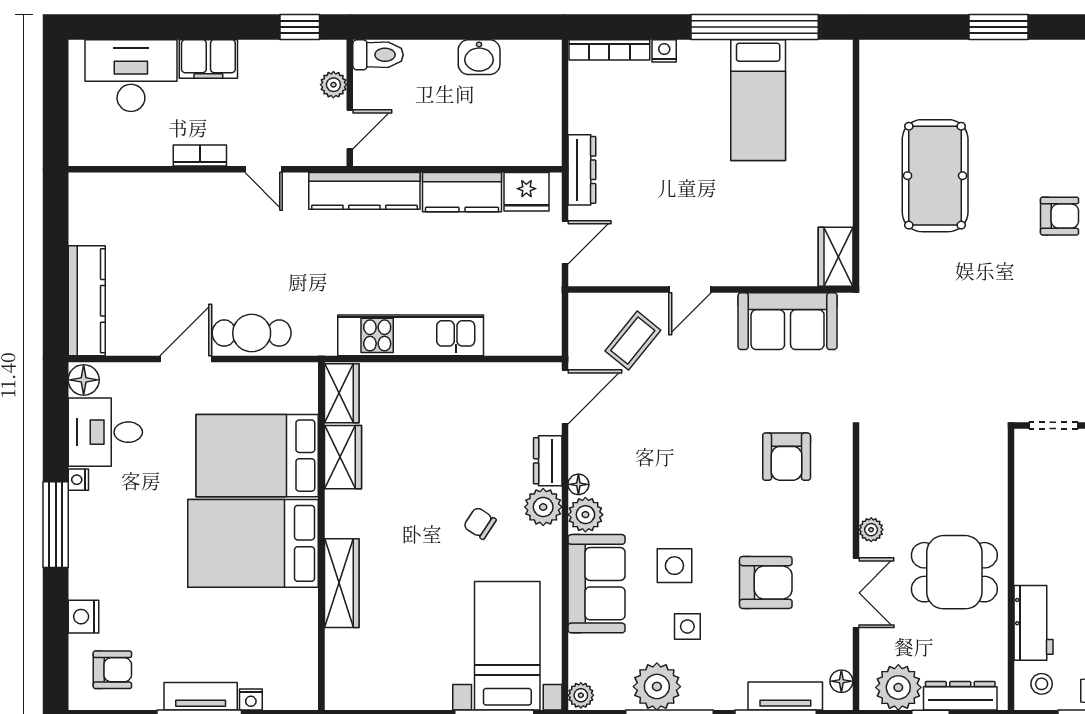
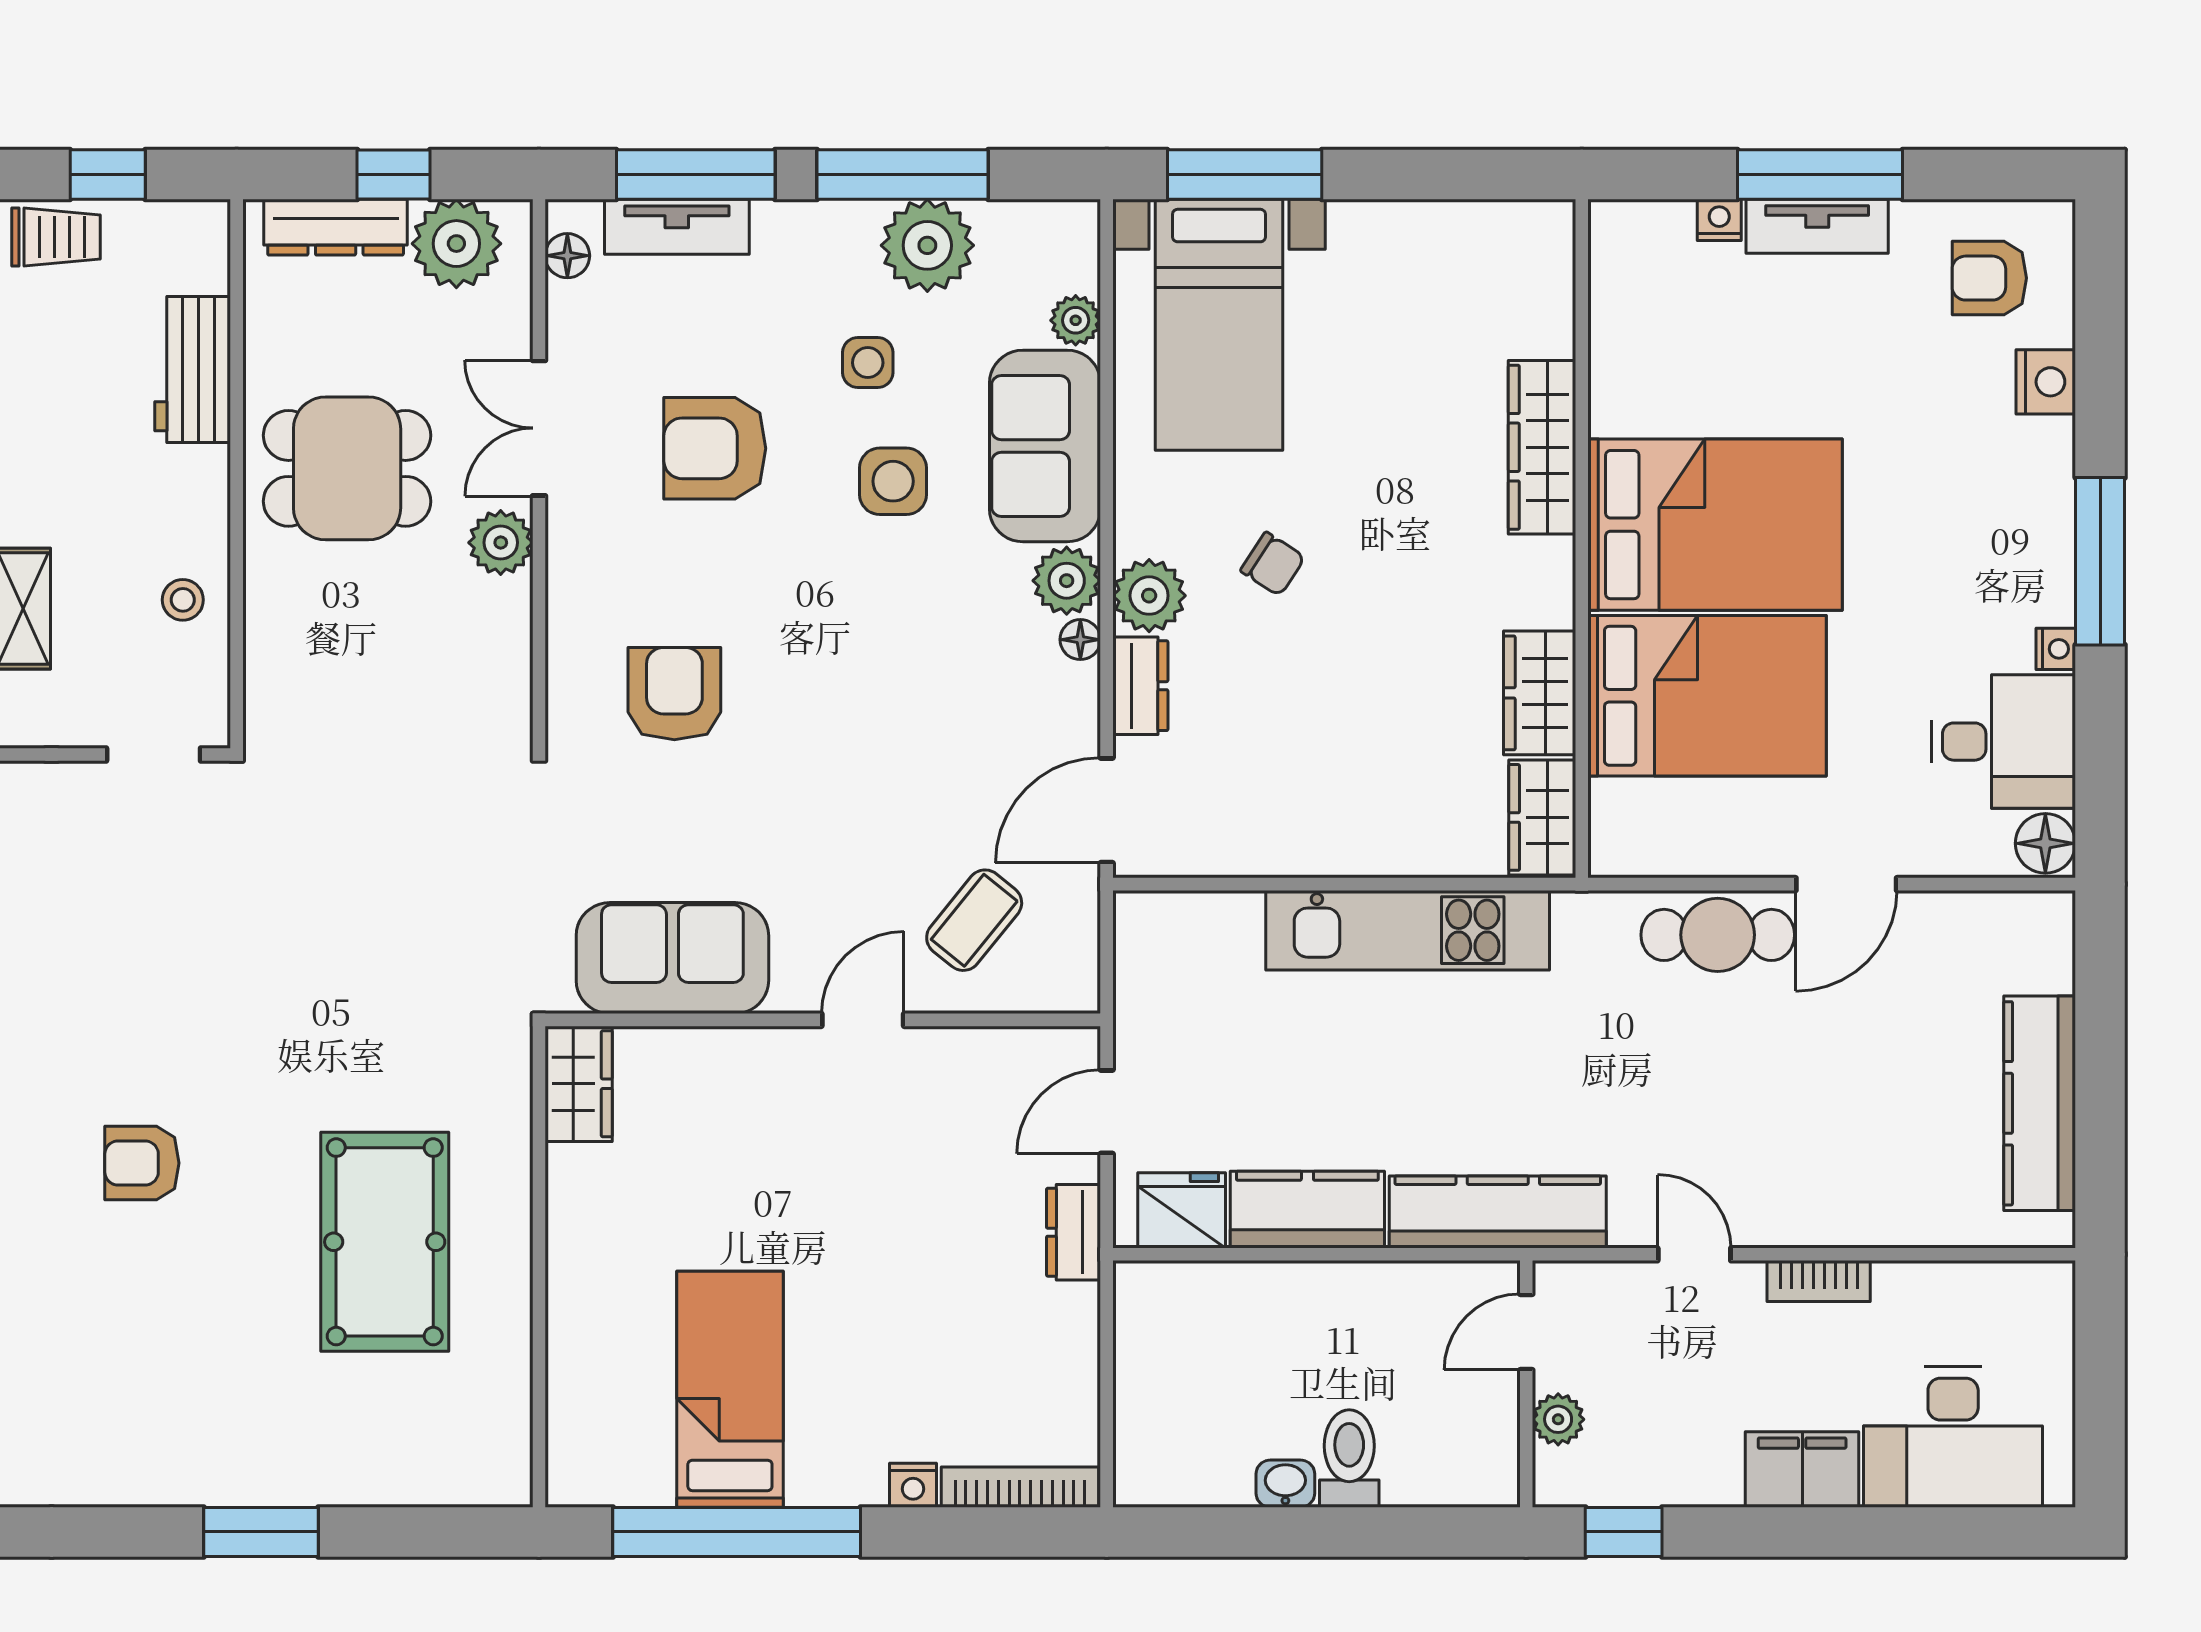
toilet: (378, 55) -> (1349, 1458), moved, turned 90
washbasin: (479, 57) -> (1285, 1484), width x0.72, depth x0.69
dresser: (582, 170) -> (1074, 1232), width x0.70
kitchen counter: (87, 301) -> (2040, 1103), moved
plant: (871, 530) -> (501, 543), width x1.38, depth x1.38
stool: (1042, 684) -> (183, 600), moved
plant: (581, 695) -> (1076, 320), moved

